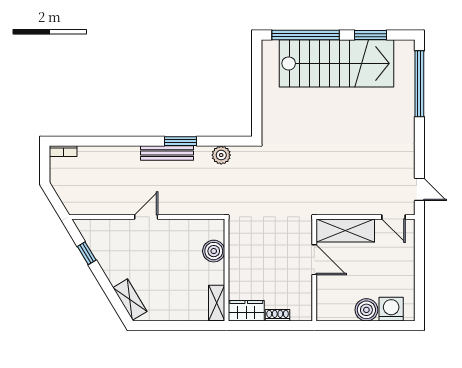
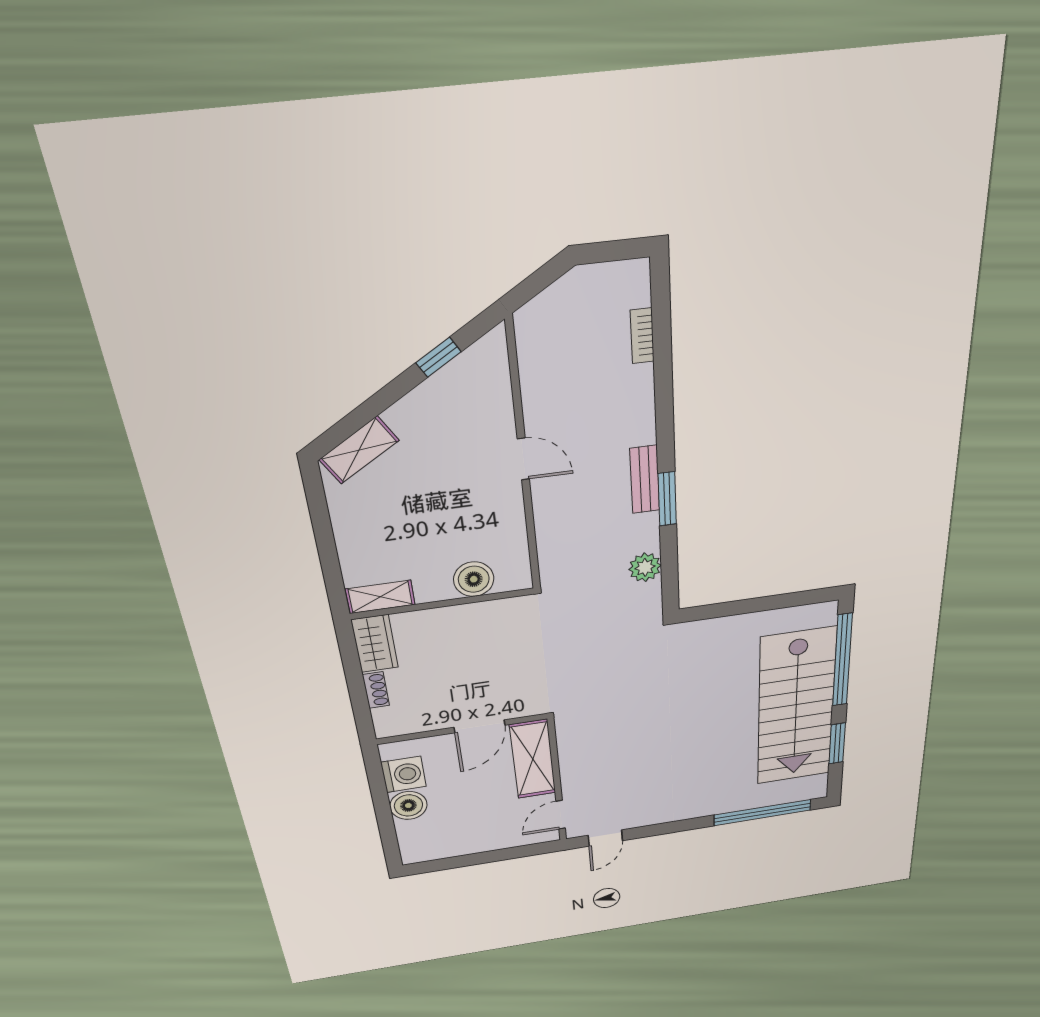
bookcase: (63, 151) -> (642, 336), moved
bench: (167, 153) -> (645, 480), width x0.73
washing machine: (391, 309) -> (404, 774), moved

